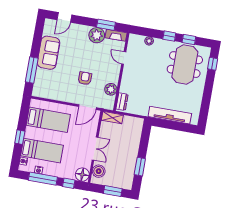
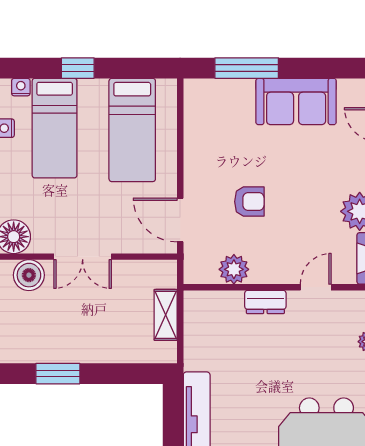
dresser: (122, 102) -> (265, 302), moved
shelving: (112, 118) -> (166, 315), moved

